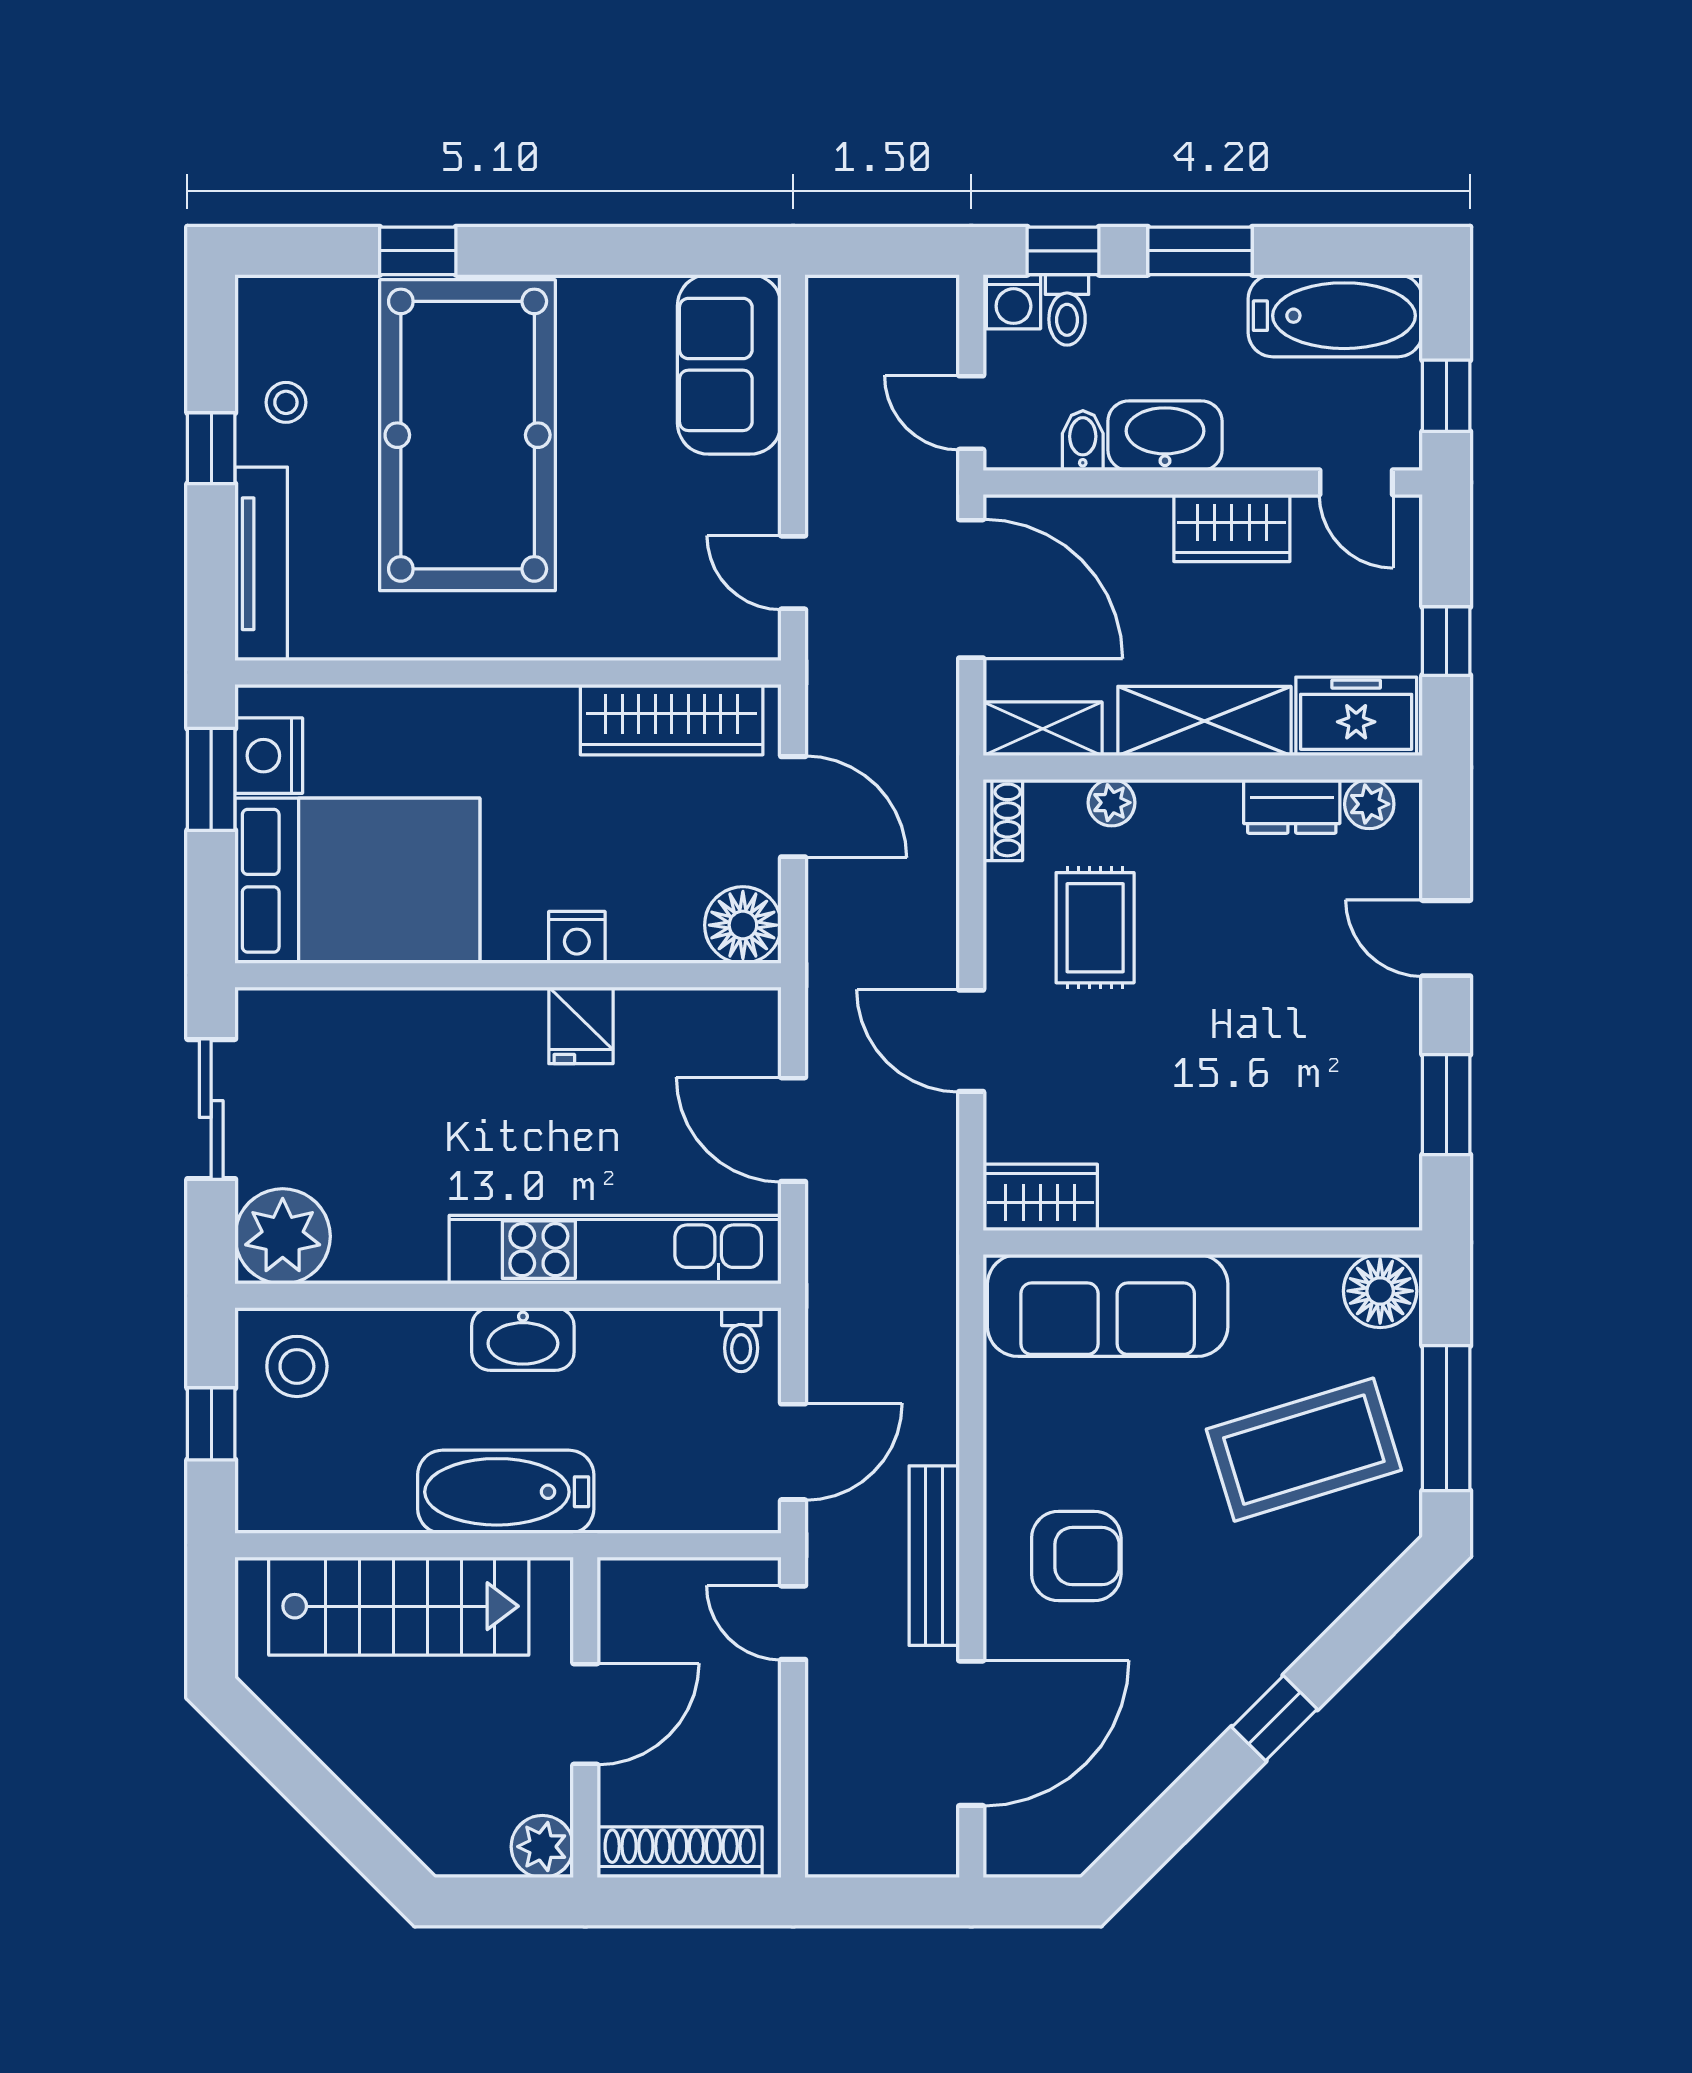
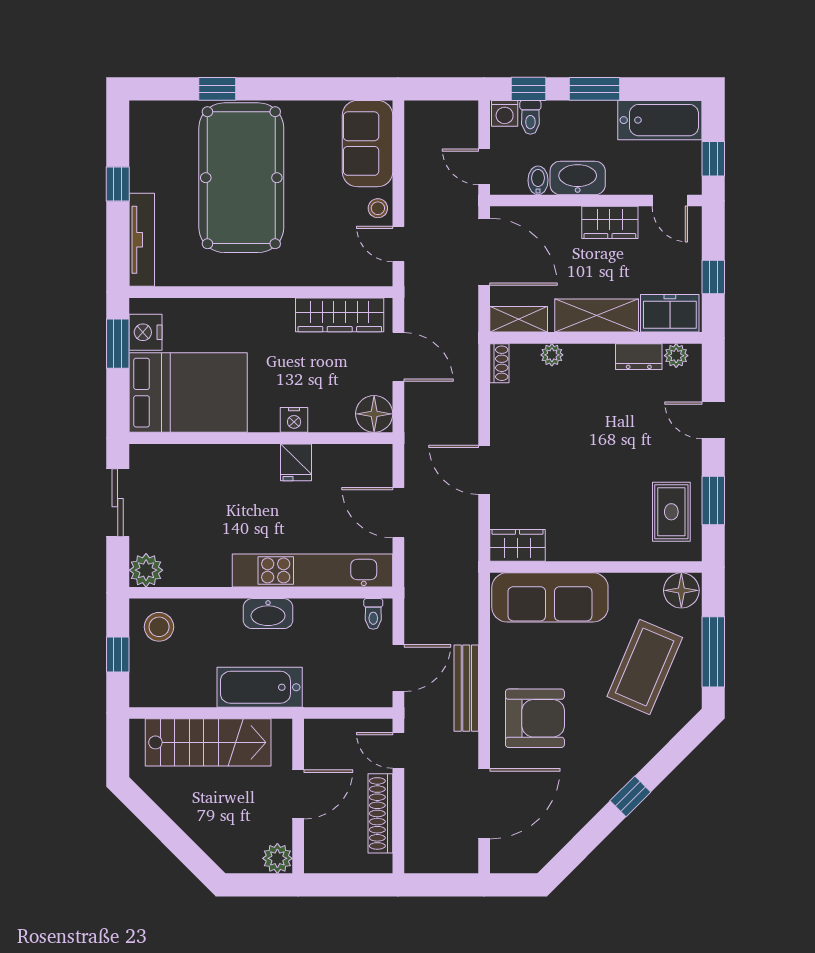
stool: (286, 402) -> (378, 208), moved
rug: (1095, 928) -> (671, 512), moved
plant: (283, 1236) -> (146, 570), width x0.73, depth x0.73
coffee table: (1304, 1450) -> (645, 667), turned -50
bench: (934, 1556) -> (466, 688), moved
armchair: (1076, 1556) -> (535, 718), width x1.36, depth x1.36
shoe rack: (680, 1852) -> (380, 813), moved, turned -90

